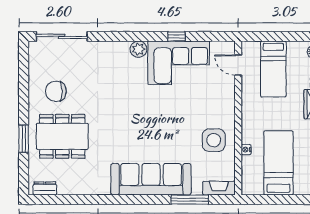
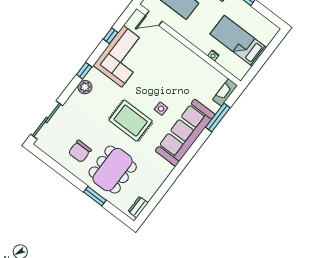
window: (137, 36) -> (84, 71), added
window: (176, 36) -> (111, 36), moved
plant: (138, 49) -> (85, 87), moved
rug: (123, 118) -> (131, 121), added
side table: (214, 140) -> (161, 109), moved, width x0.54, depth x0.54

